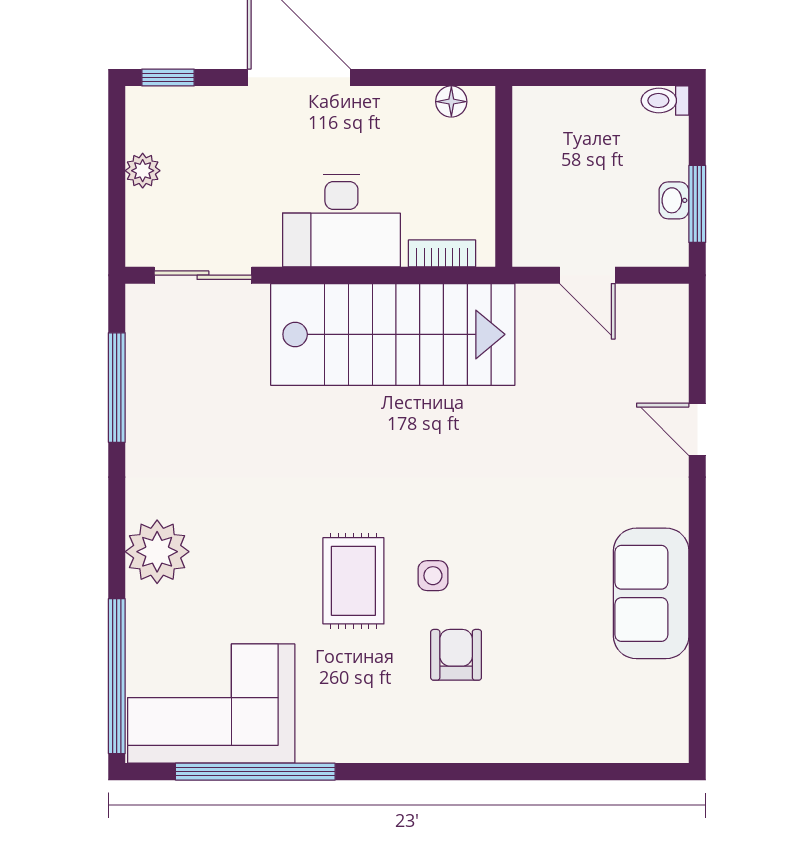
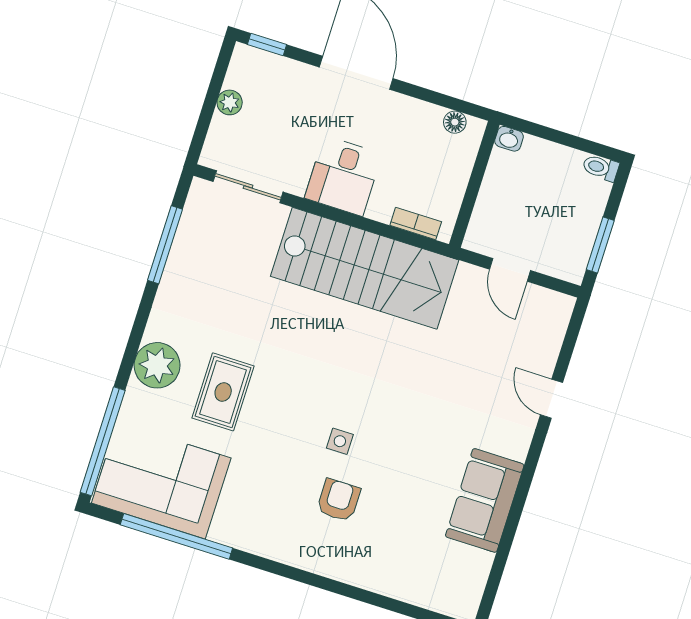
washbasin: (674, 200) -> (509, 139), moved, turned -90
desk: (341, 220) -> (343, 176), width x0.73
rug: (353, 581) -> (223, 392), moved

